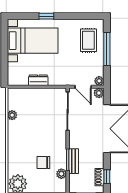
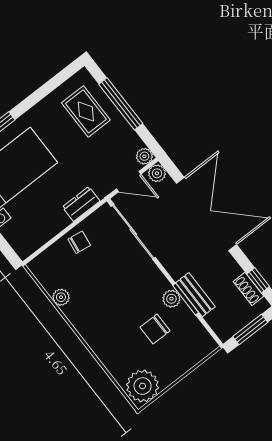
dresser: (38, 80) -> (81, 204), moved
chair: (40, 97) -> (79, 242), added
plant: (61, 174) -> (171, 299), moved

